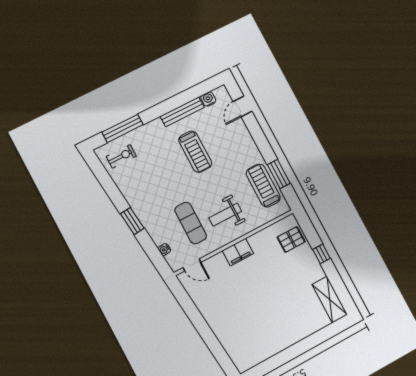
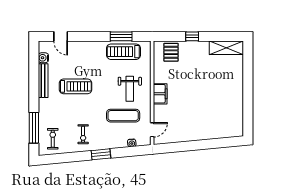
exercise bike: (145, 188) -> (83, 134), added

